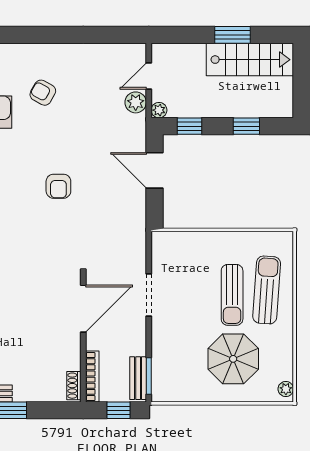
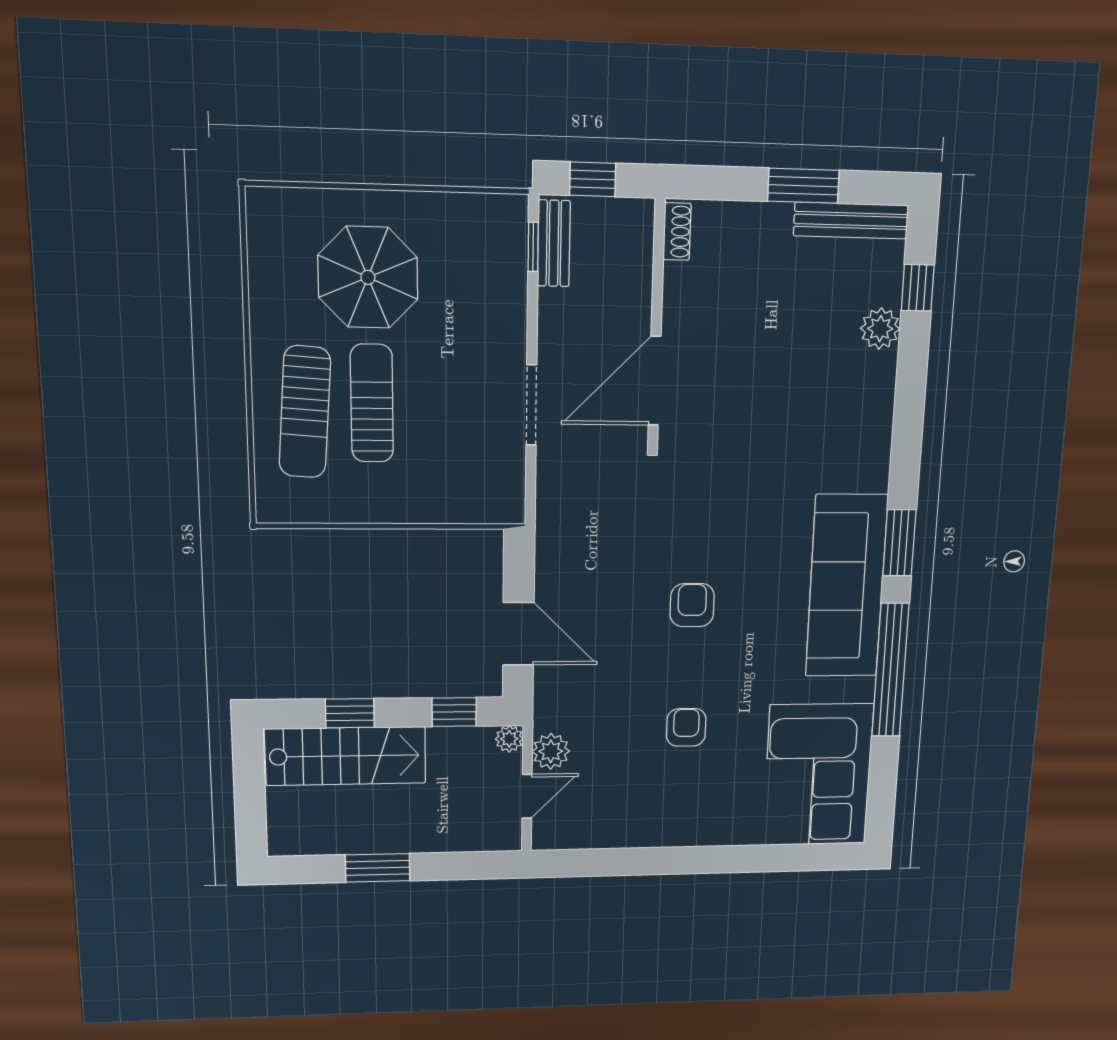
stairs: (250, 60) -> (346, 756), moved, turned 180
armchair: (43, 93) -> (686, 727), moved, turned -119
window: (149, 376) -> (533, 247), width x0.67
bookcase: (92, 377) -> (641, 249), removed
plant: (286, 389) -> (261, 213), removed

